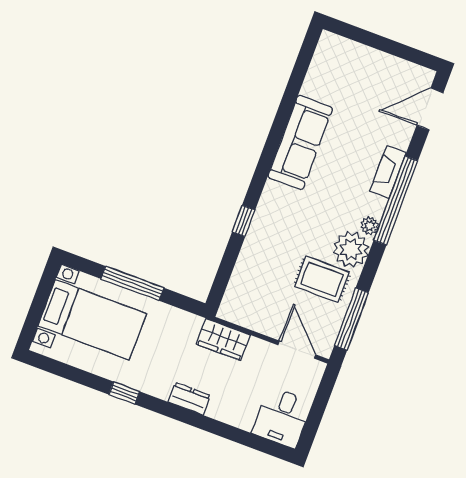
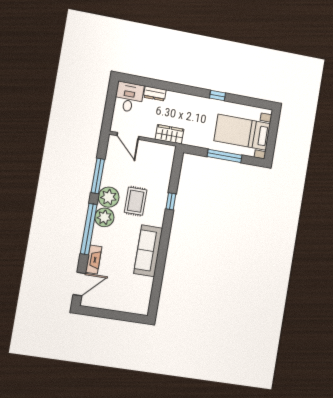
fireplace: (388, 172) -> (94, 259), moved
plant: (370, 226) -> (104, 217), width x1.88, depth x1.88
rug: (322, 279) -> (136, 201), moved, turned 90
window: (351, 319) -> (98, 176), moved
dresser: (189, 399) -> (155, 93), moved

